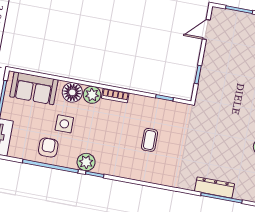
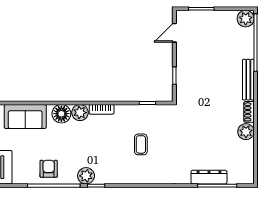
side table: (64, 124) -> (59, 144), removed

